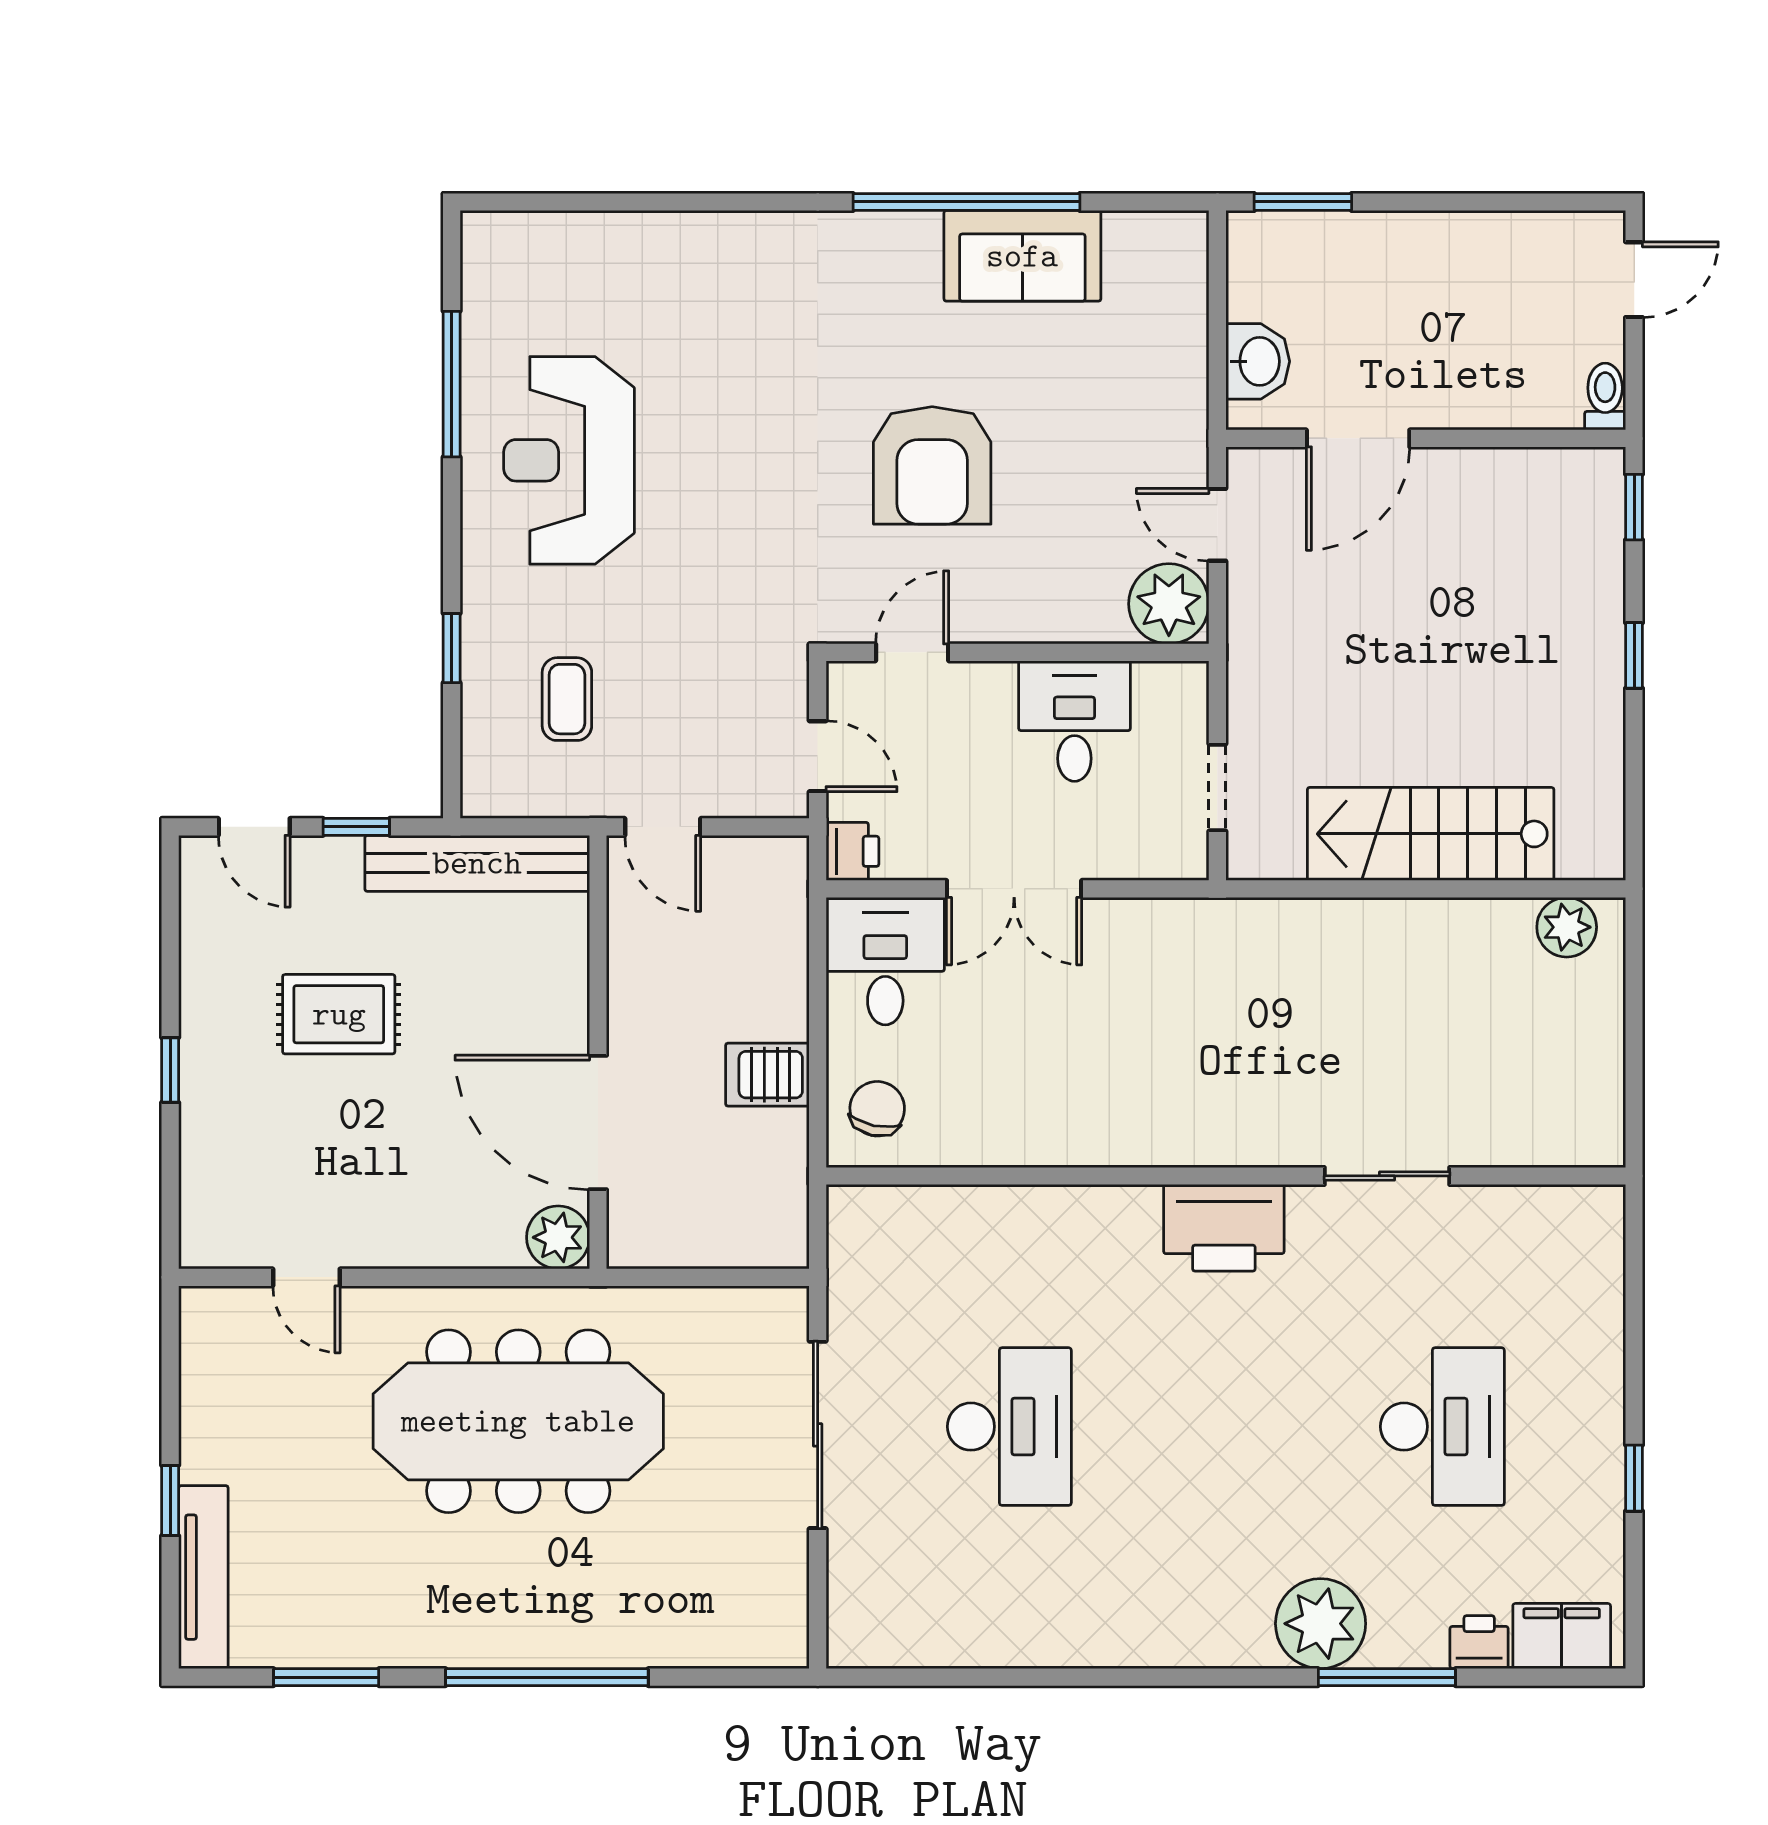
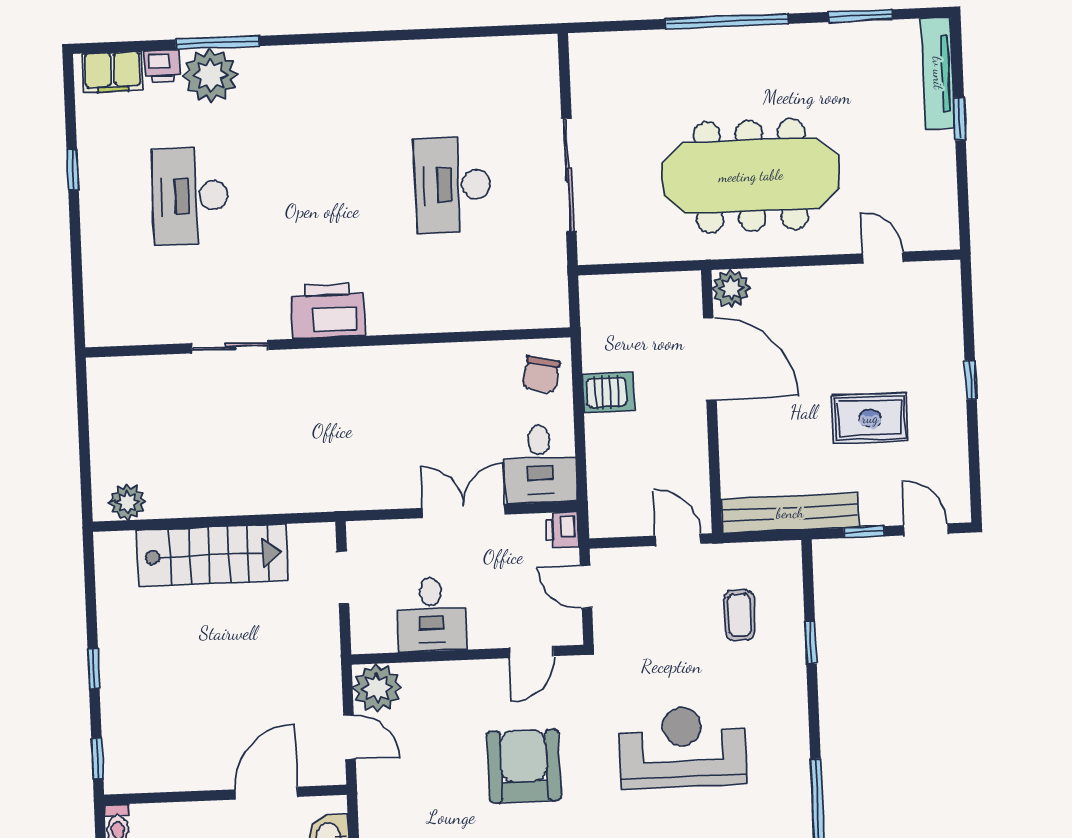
reception desk: (569, 460) -> (683, 747), moved, turned -90
plant: (1321, 1624) -> (211, 75), moved

